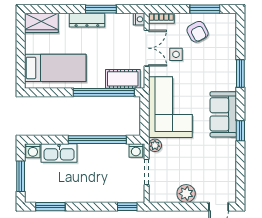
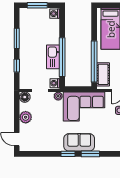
window: (240, 73) -> (90, 154), moved
kitchen sink: (59, 153) -> (53, 57), moved
floor lamp: (156, 195) -> (25, 97), added
window: (50, 207) -> (17, 38), moved
window: (127, 207) -> (17, 66), moved

